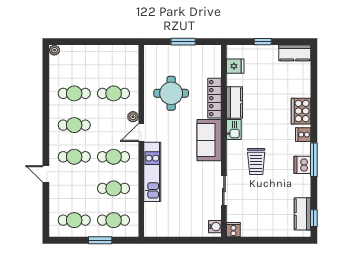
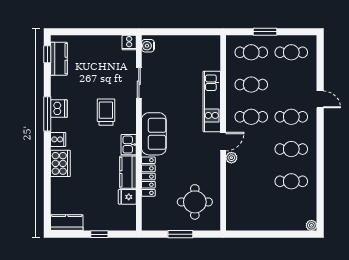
fridge: (235, 66) -> (127, 197), moved
cafe table: (114, 93) -> (251, 181), removed
round table: (171, 93) -> (195, 202), moved

